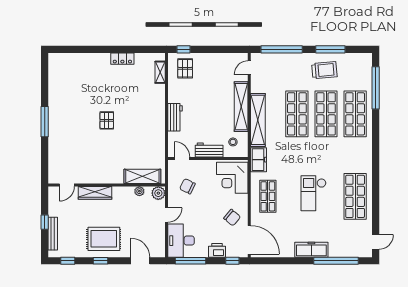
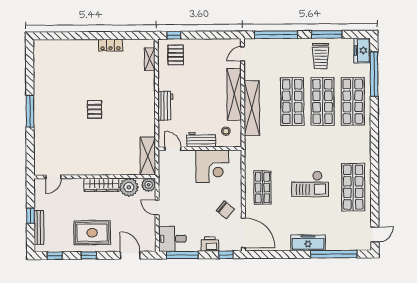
trolley: (324, 70) -> (321, 56), turned 95
freezer: (259, 160) -> (362, 50), moved, turned 180
shelving: (142, 176) -> (148, 156), moved, turned 90
corner desk: (232, 178) -> (212, 166), moved, turned -90
chair: (187, 186) -> (179, 178), removed
plant: (139, 191) -> (129, 187), width x1.88, depth x1.88
wardrobe: (95, 193) -> (101, 185), moved
checkout: (314, 193) -> (310, 184), turned -90
door: (166, 215) -> (157, 207), swing flipped
desk: (181, 241) -> (172, 239), width x0.73

